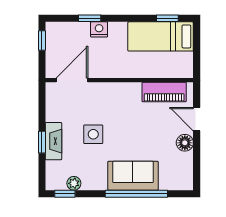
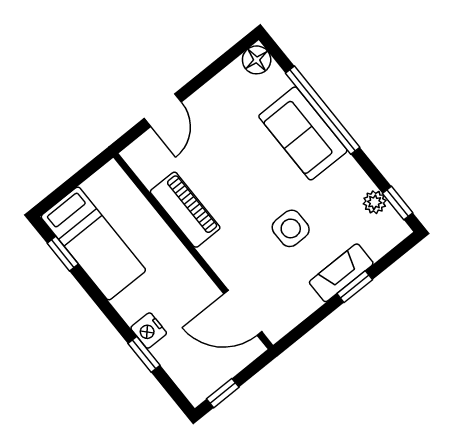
piano: (164, 92) -> (185, 210), moved
floor lamp: (185, 143) -> (257, 60), moved

